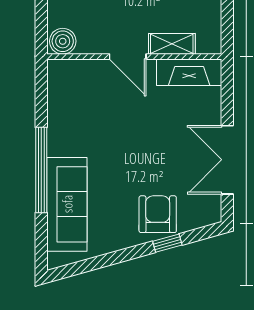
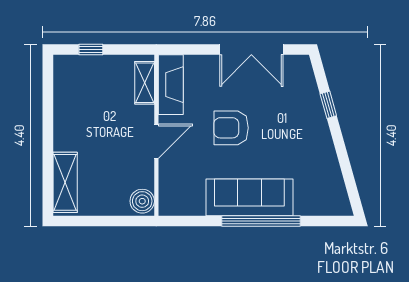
shelving: (172, 44) -> (145, 83), moved
sofa: (67, 204) -> (249, 197), moved
armchair: (158, 214) -> (231, 128), moved

